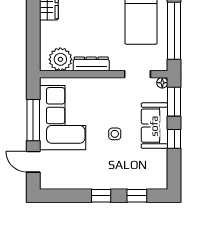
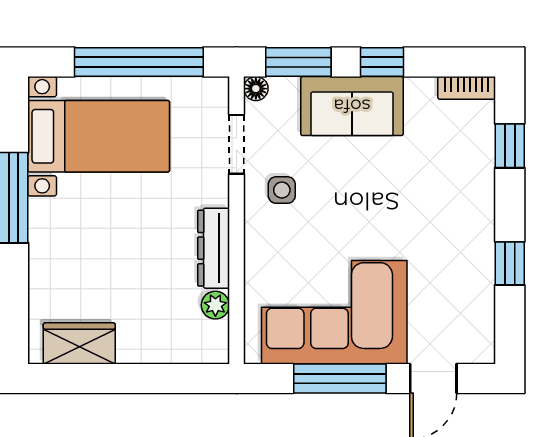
plant: (60, 59) -> (215, 305), width x0.53, depth x0.53
side table: (115, 134) -> (282, 190), moved
bookcase: (163, 177) -> (467, 88), added
window: (101, 196) -> (510, 263), moved

